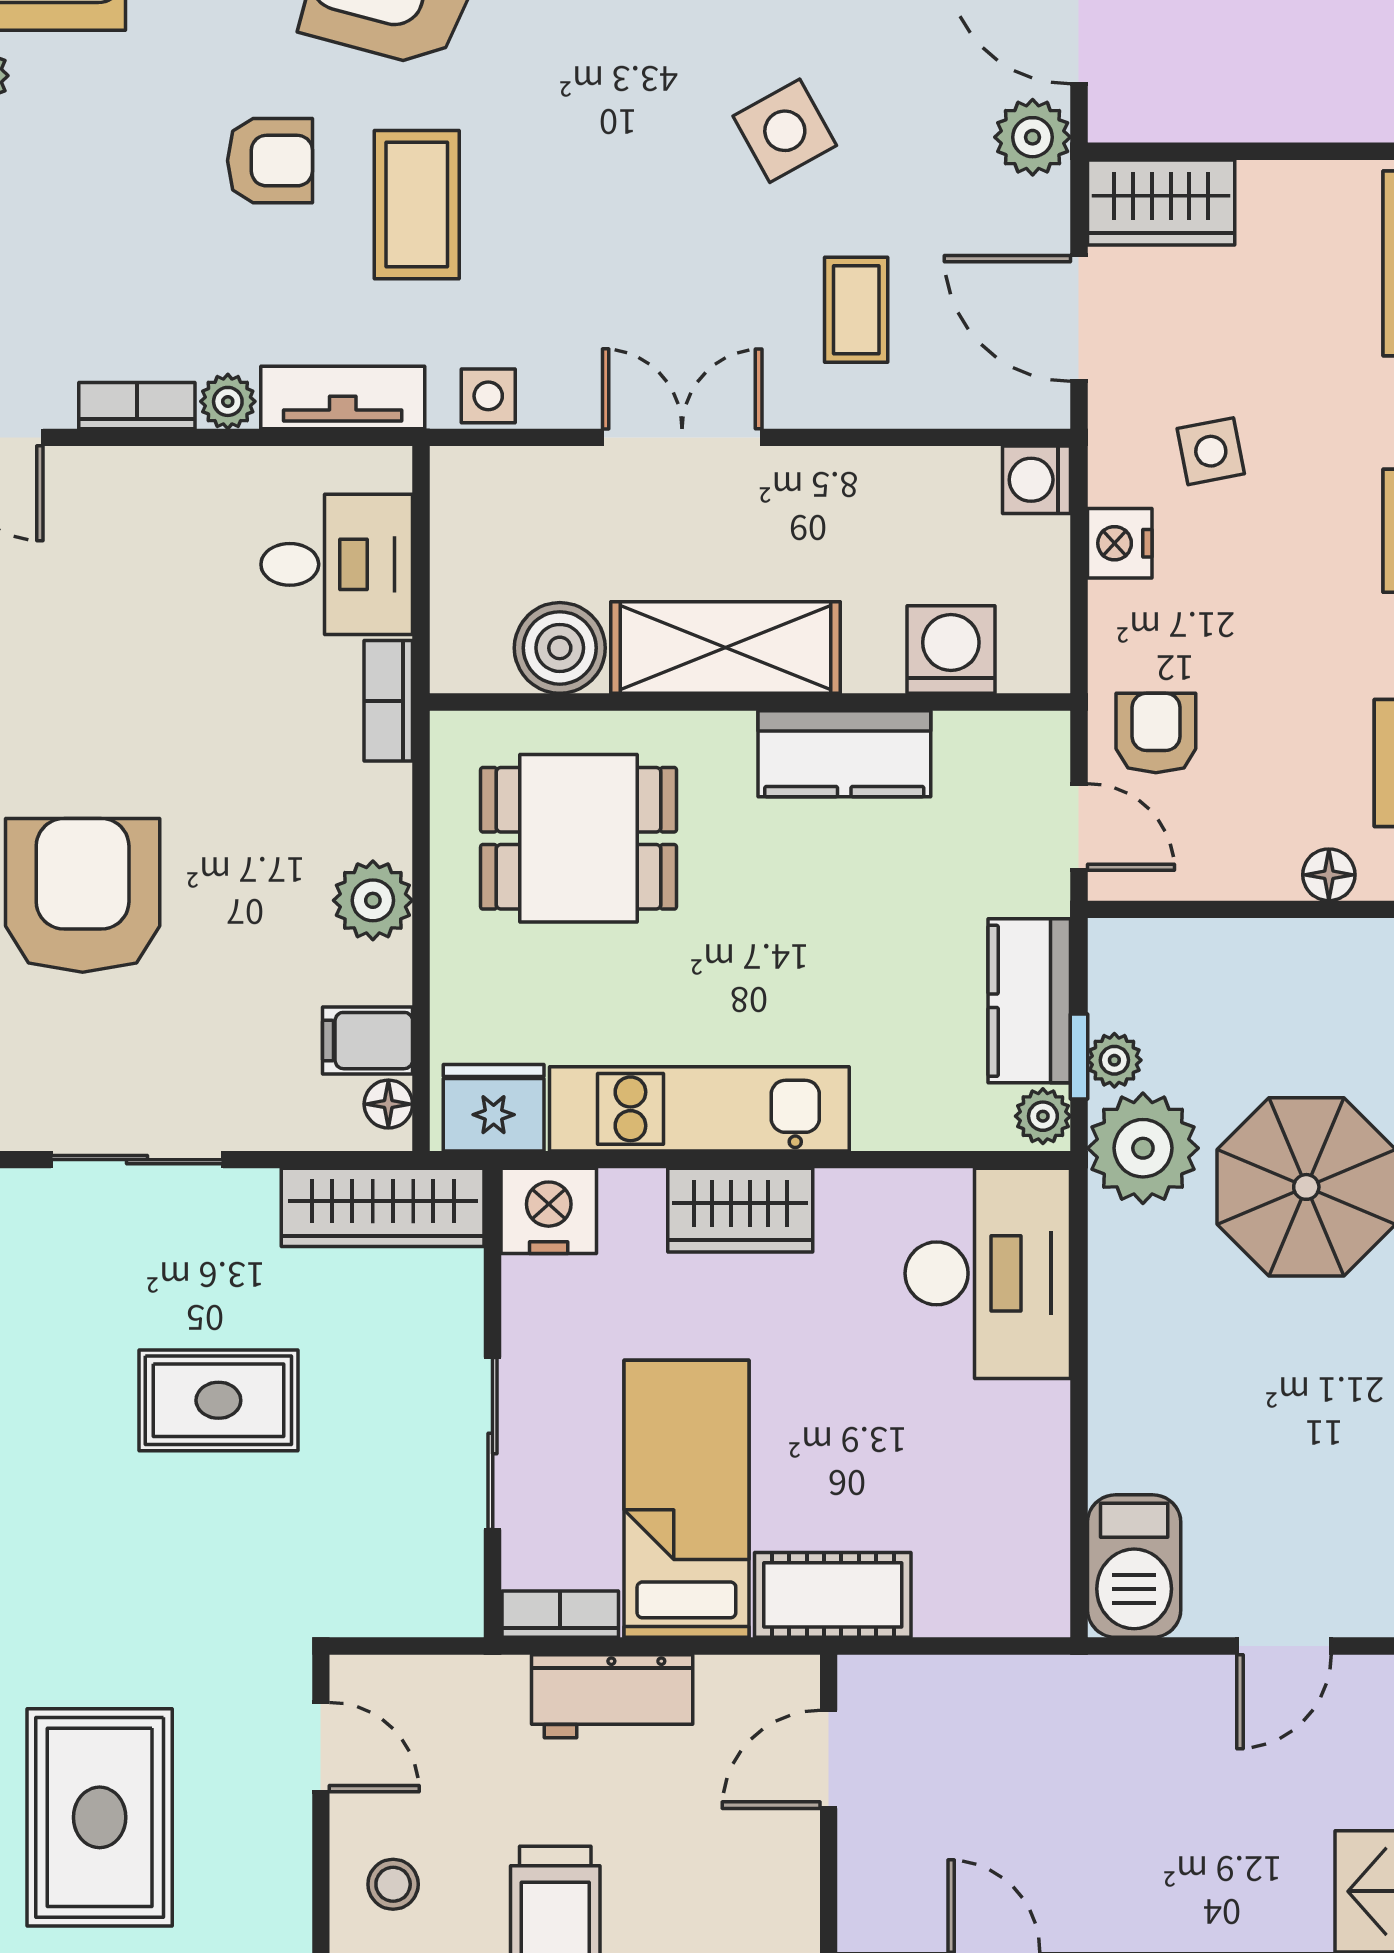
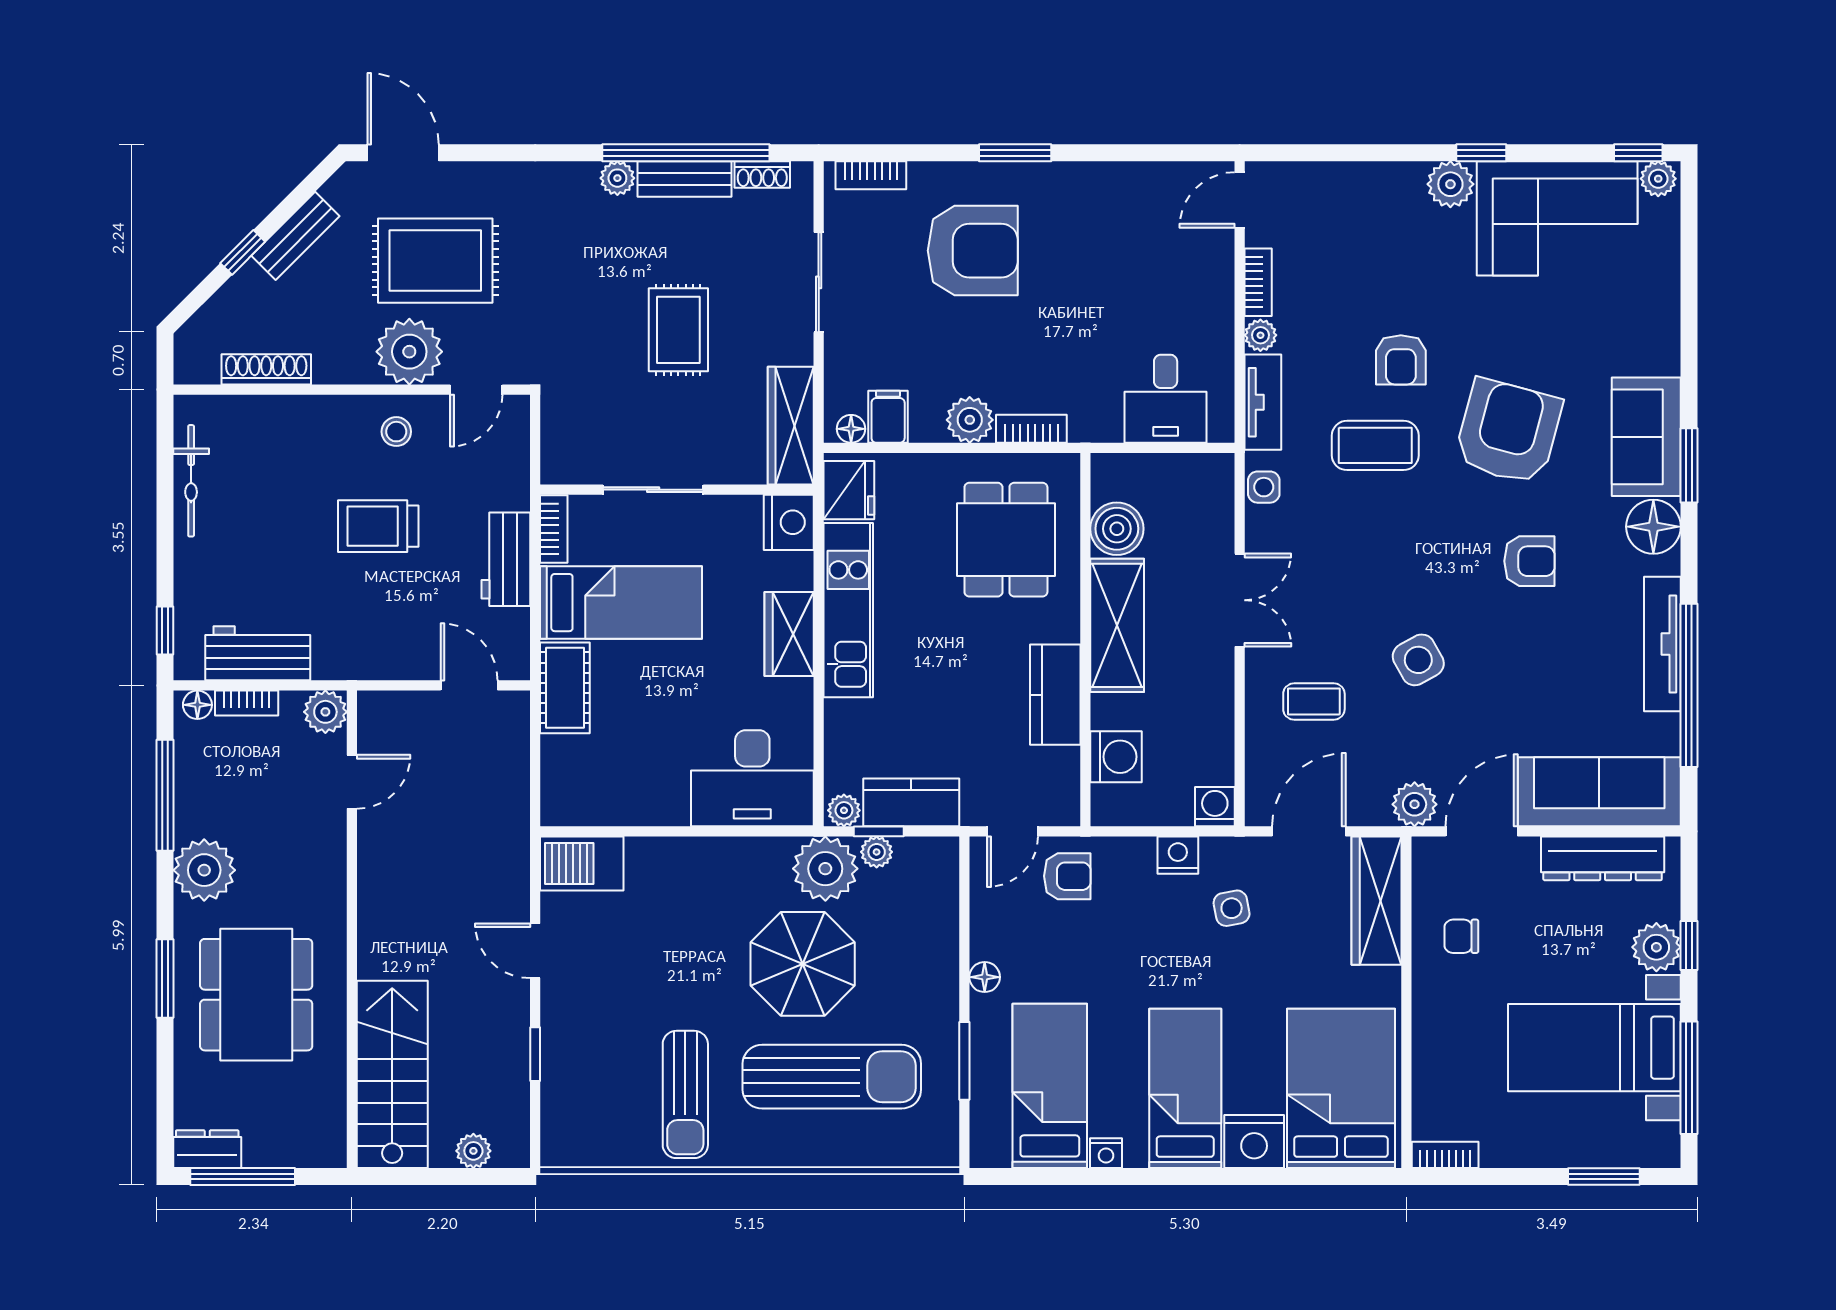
chair: (1259, 57) -> (1461, 936), added
wardrobe: (1161, 203) -> (1376, 901), width x1.50
bookcase: (388, 701) -> (1031, 429), moved
plant: (256, 1862) -> (409, 352), added

